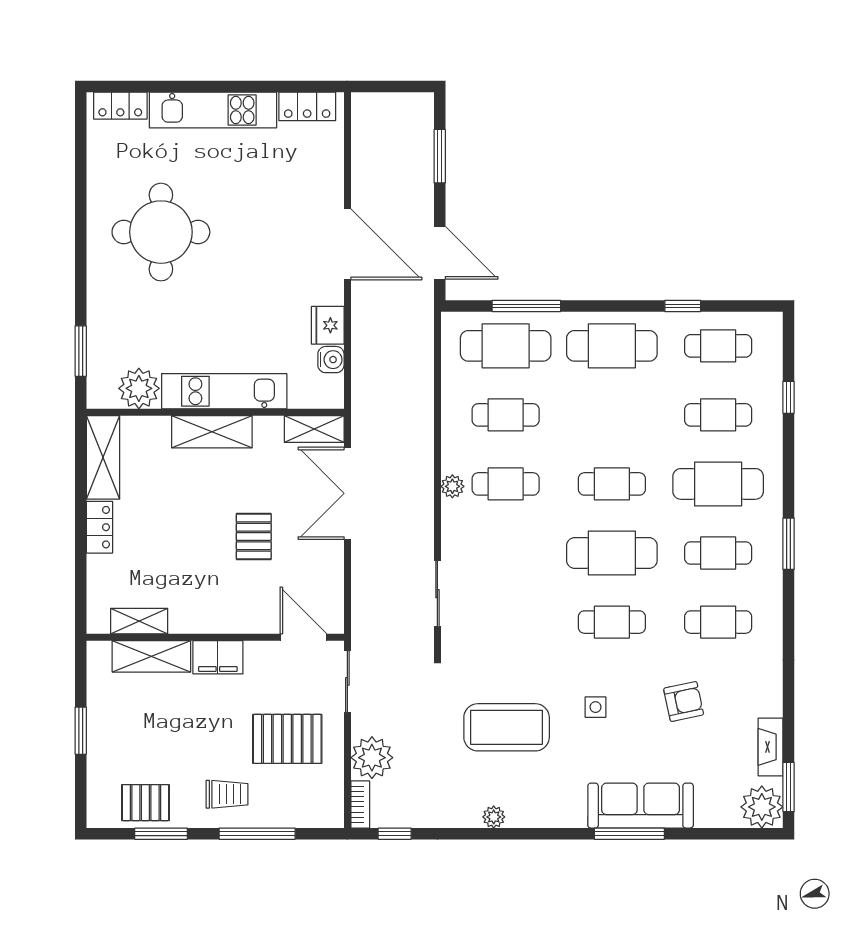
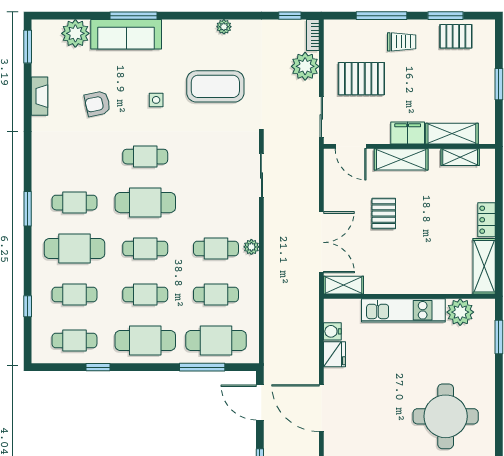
shelving: (212, 432) -> (401, 159), moved
cafe table: (718, 622) -> (145, 295), moved
fireplace: (771, 747) -> (40, 96), moved
trolley: (227, 794) -> (402, 42), turned 180
plant: (762, 807) -> (75, 33), moved

